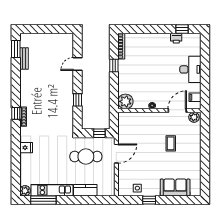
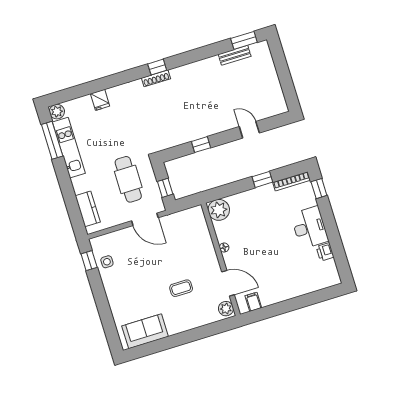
window: (182, 29) -> (319, 189), moved
desk: (190, 69) -> (310, 228), moved, turned -90
fridge: (26, 148) -> (100, 100), moved
sofa: (175, 187) -> (145, 331), moved, turned -90
kitchen counter: (85, 190) -> (88, 209), moved
window: (149, 200) -> (89, 261), moved

